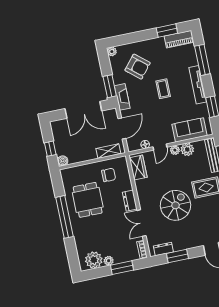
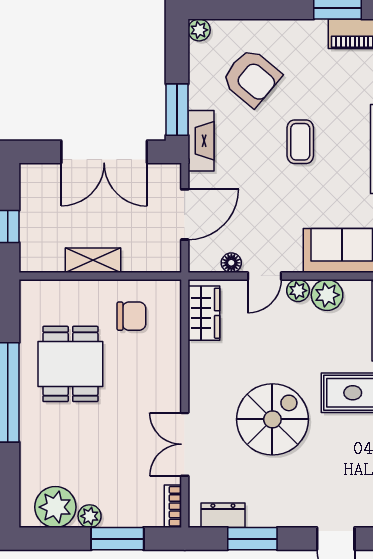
shelving: (108, 151) -> (93, 260), moved
boiler: (63, 161) -> (31, 261), removed
dresser: (130, 201) -> (168, 386), removed

